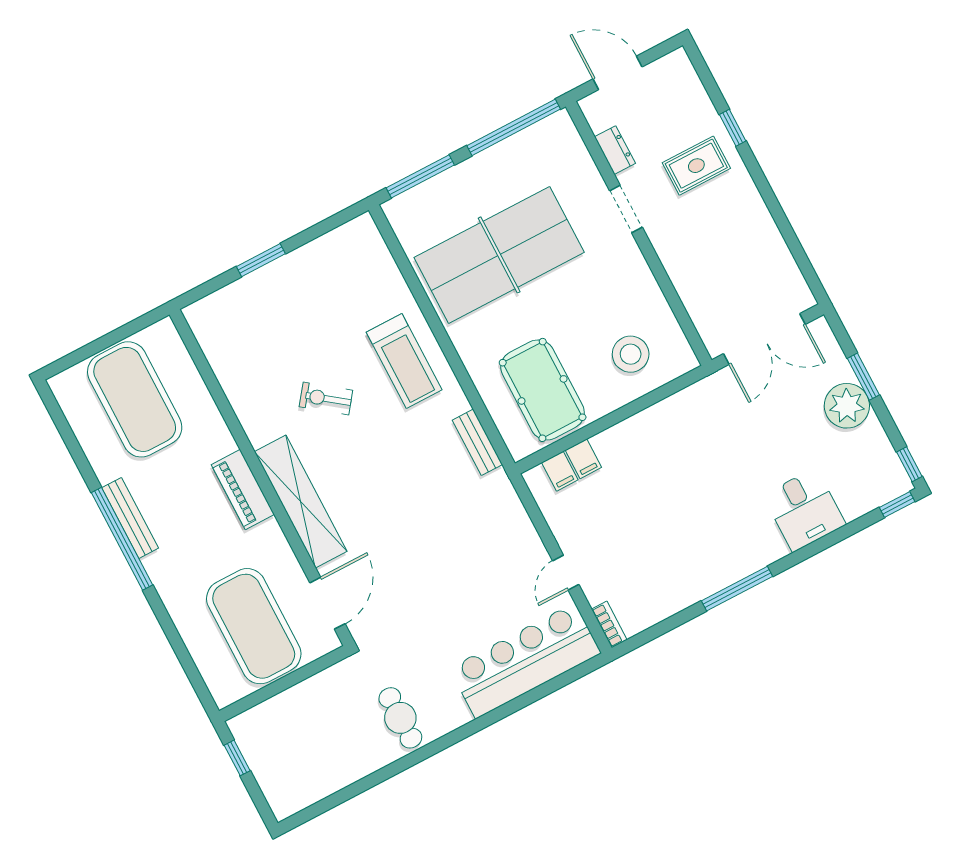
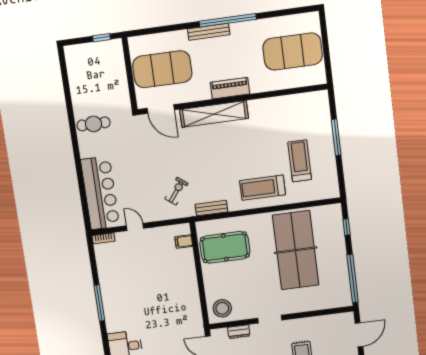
dresser: (615, 150) -> (239, 332), moved
window: (420, 176) -> (347, 227), width x0.46
doorway: (626, 209) -> (270, 319), moved
window: (261, 260) -> (336, 137), width x1.44
treadmill: (329, 311) -> (300, 161), added
stool: (631, 354) -> (222, 308), moved
exercise bike: (326, 399) -> (176, 191), moved
filing cabinet: (583, 459) -> (186, 254), removed
bench: (130, 518) -> (209, 32), moved

